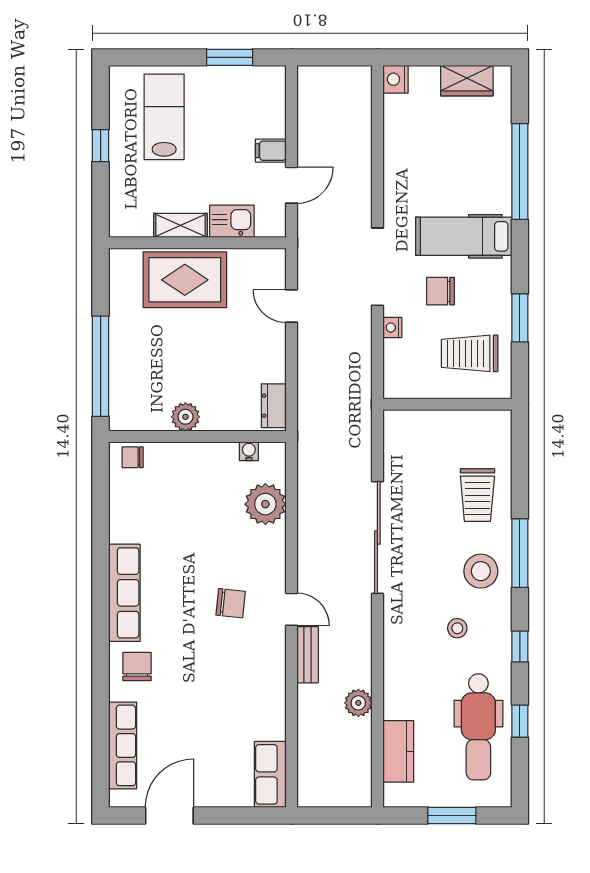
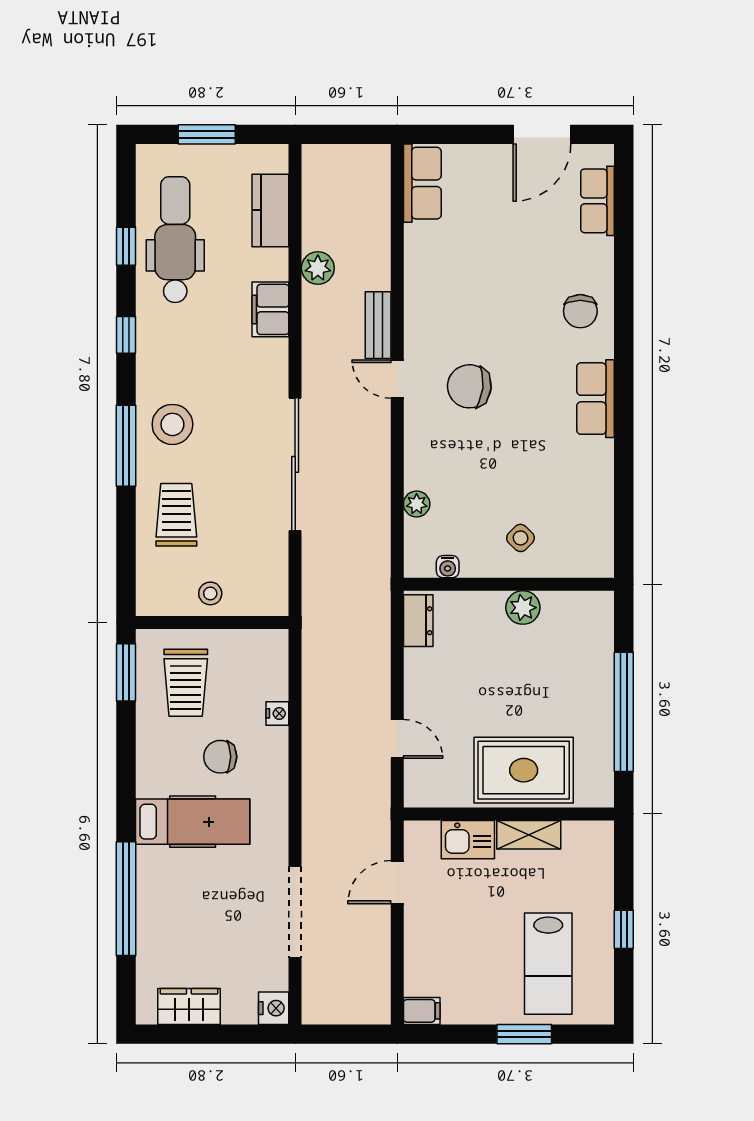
window: (230, 57) -> (524, 1034), moved
filing cabinet: (271, 151) -> (422, 1011), moved
doorway: (377, 267) -> (295, 912), moved
chair: (440, 291) -> (220, 757), turned 180
window: (520, 318) -> (126, 672), moved
trolley: (470, 353) -> (186, 683), turned 90
window: (101, 366) -> (624, 712), moved
chair: (133, 457) -> (586, 560), removed
side table: (187, 475) -> (521, 538), added
plant: (265, 504) -> (417, 504), width x0.53, depth x0.53
row of seats: (124, 593) -> (595, 399), width x0.68
chair: (231, 603) -> (469, 386), width x1.37, depth x1.37
stool: (457, 628) -> (210, 593), moved
filing cabinet: (398, 668) -> (270, 309), added
row of seats: (123, 745) -> (597, 201), width x0.68

